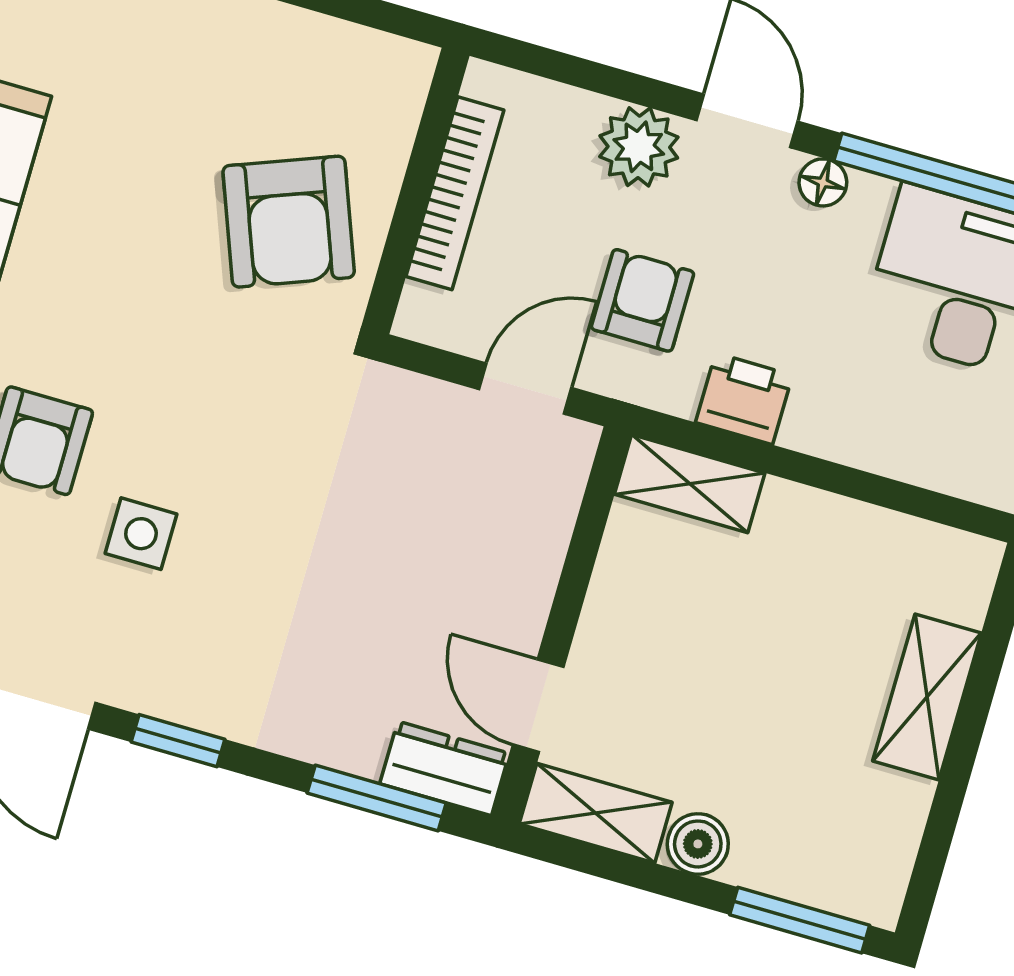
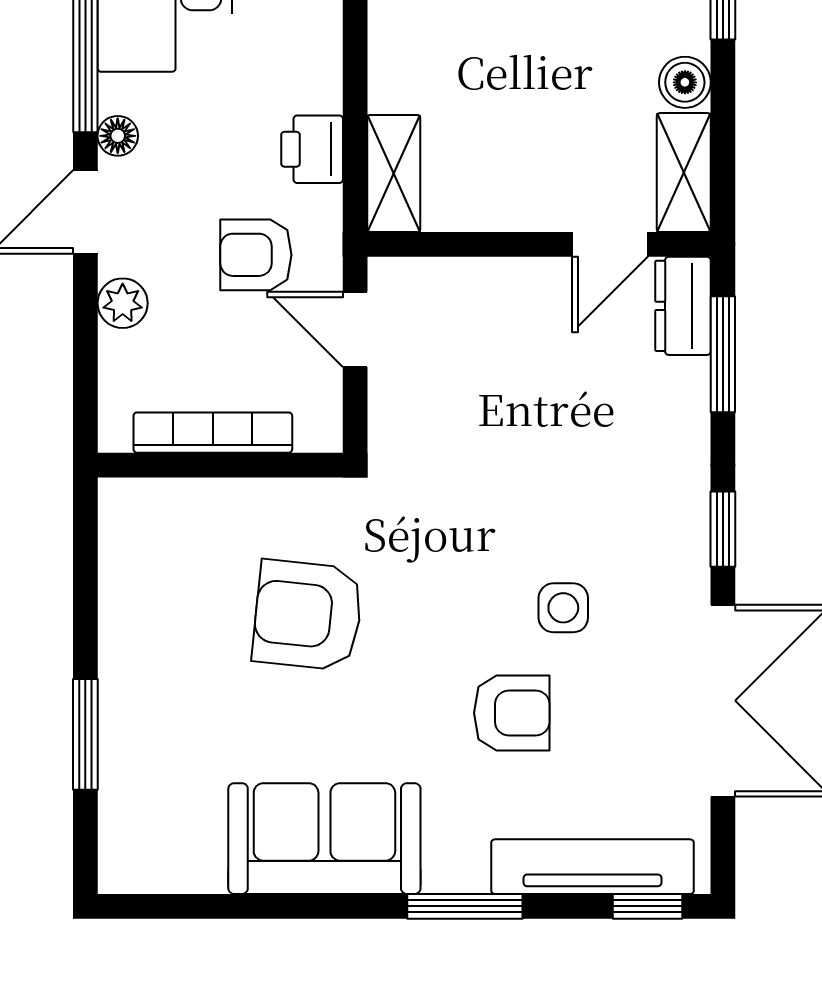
plant: (639, 147) -> (123, 303), width x0.73, depth x0.73
armchair: (289, 222) -> (308, 615), moved, turned -153

